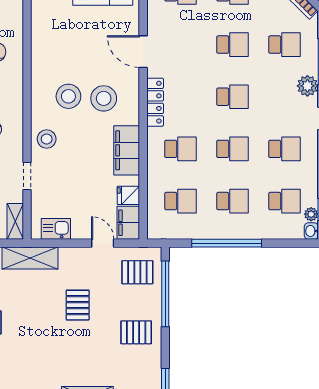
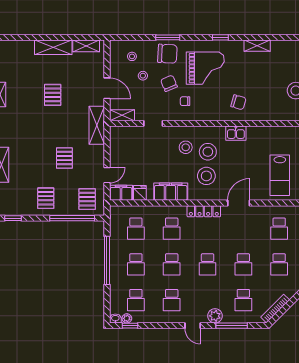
stool: (47, 139) -> (186, 147), moved
kitchen sink: (56, 229) -> (236, 133), moved, turned 90
pallet: (78, 305) -> (64, 158), turned 90

